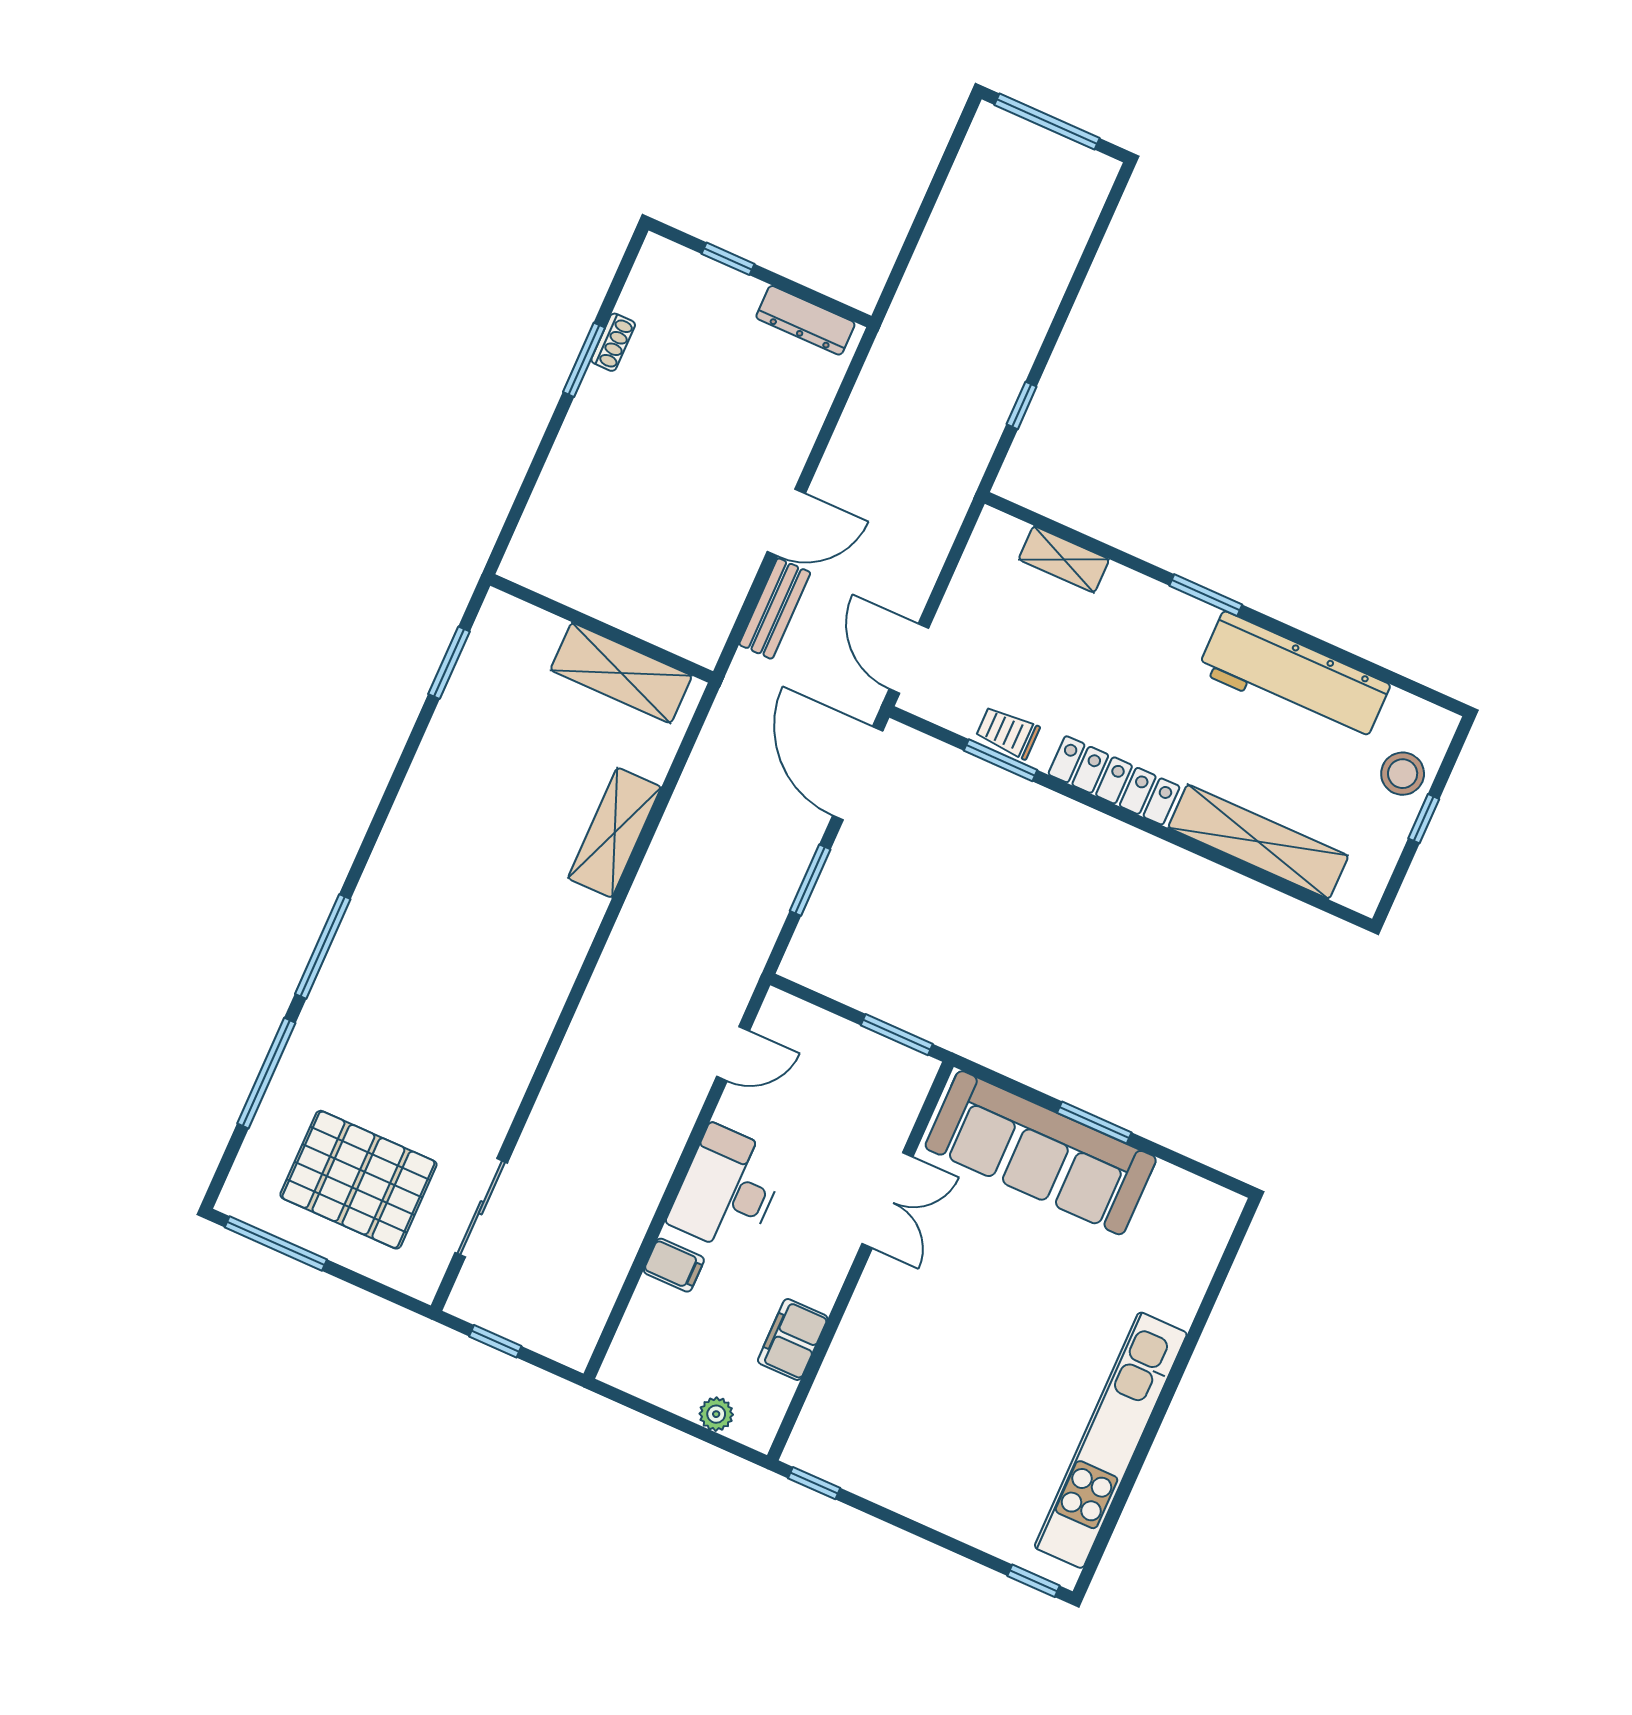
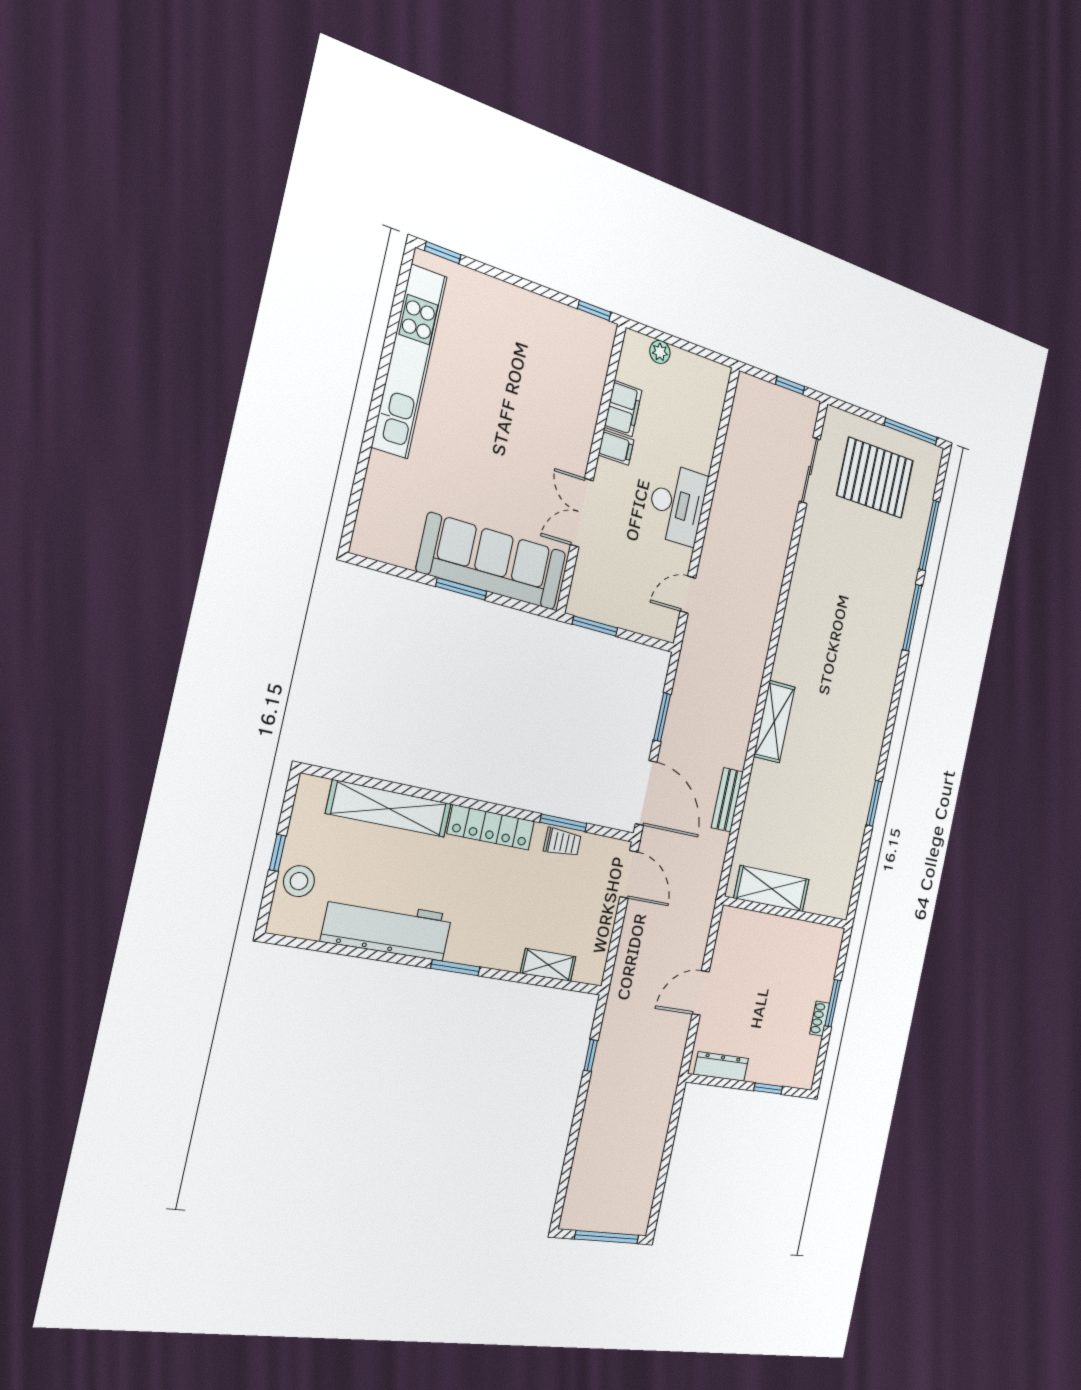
door: (786, 523) -> (701, 993), moved
bench: (775, 609) -> (727, 800), moved
wall: (602, 628) -> (786, 913), moved
shelving: (621, 673) -> (772, 889), moved
filing cabinet: (674, 1265) -> (616, 448), moved, turned 180

